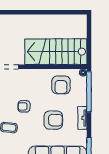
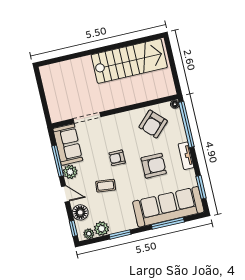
stairs: (56, 52) -> (129, 61), moved, turned 180
armchair: (61, 85) -> (153, 124), turned 45

